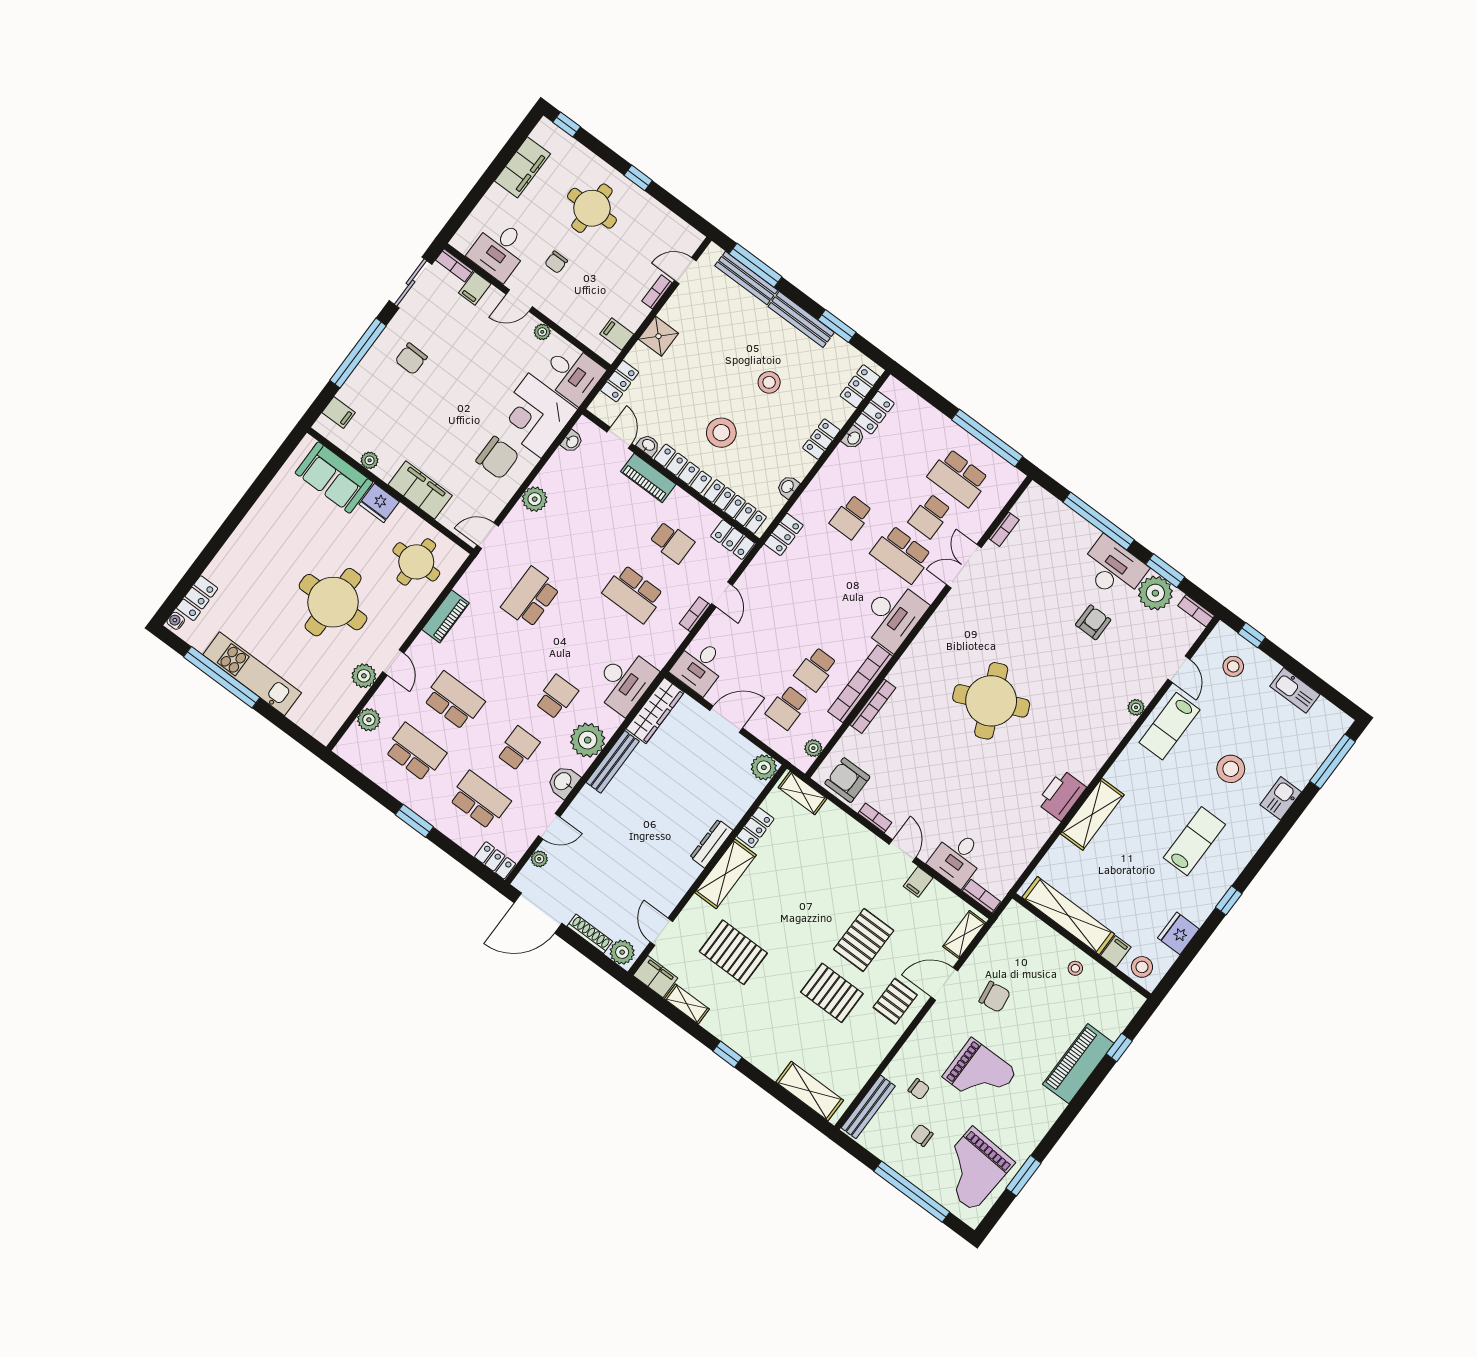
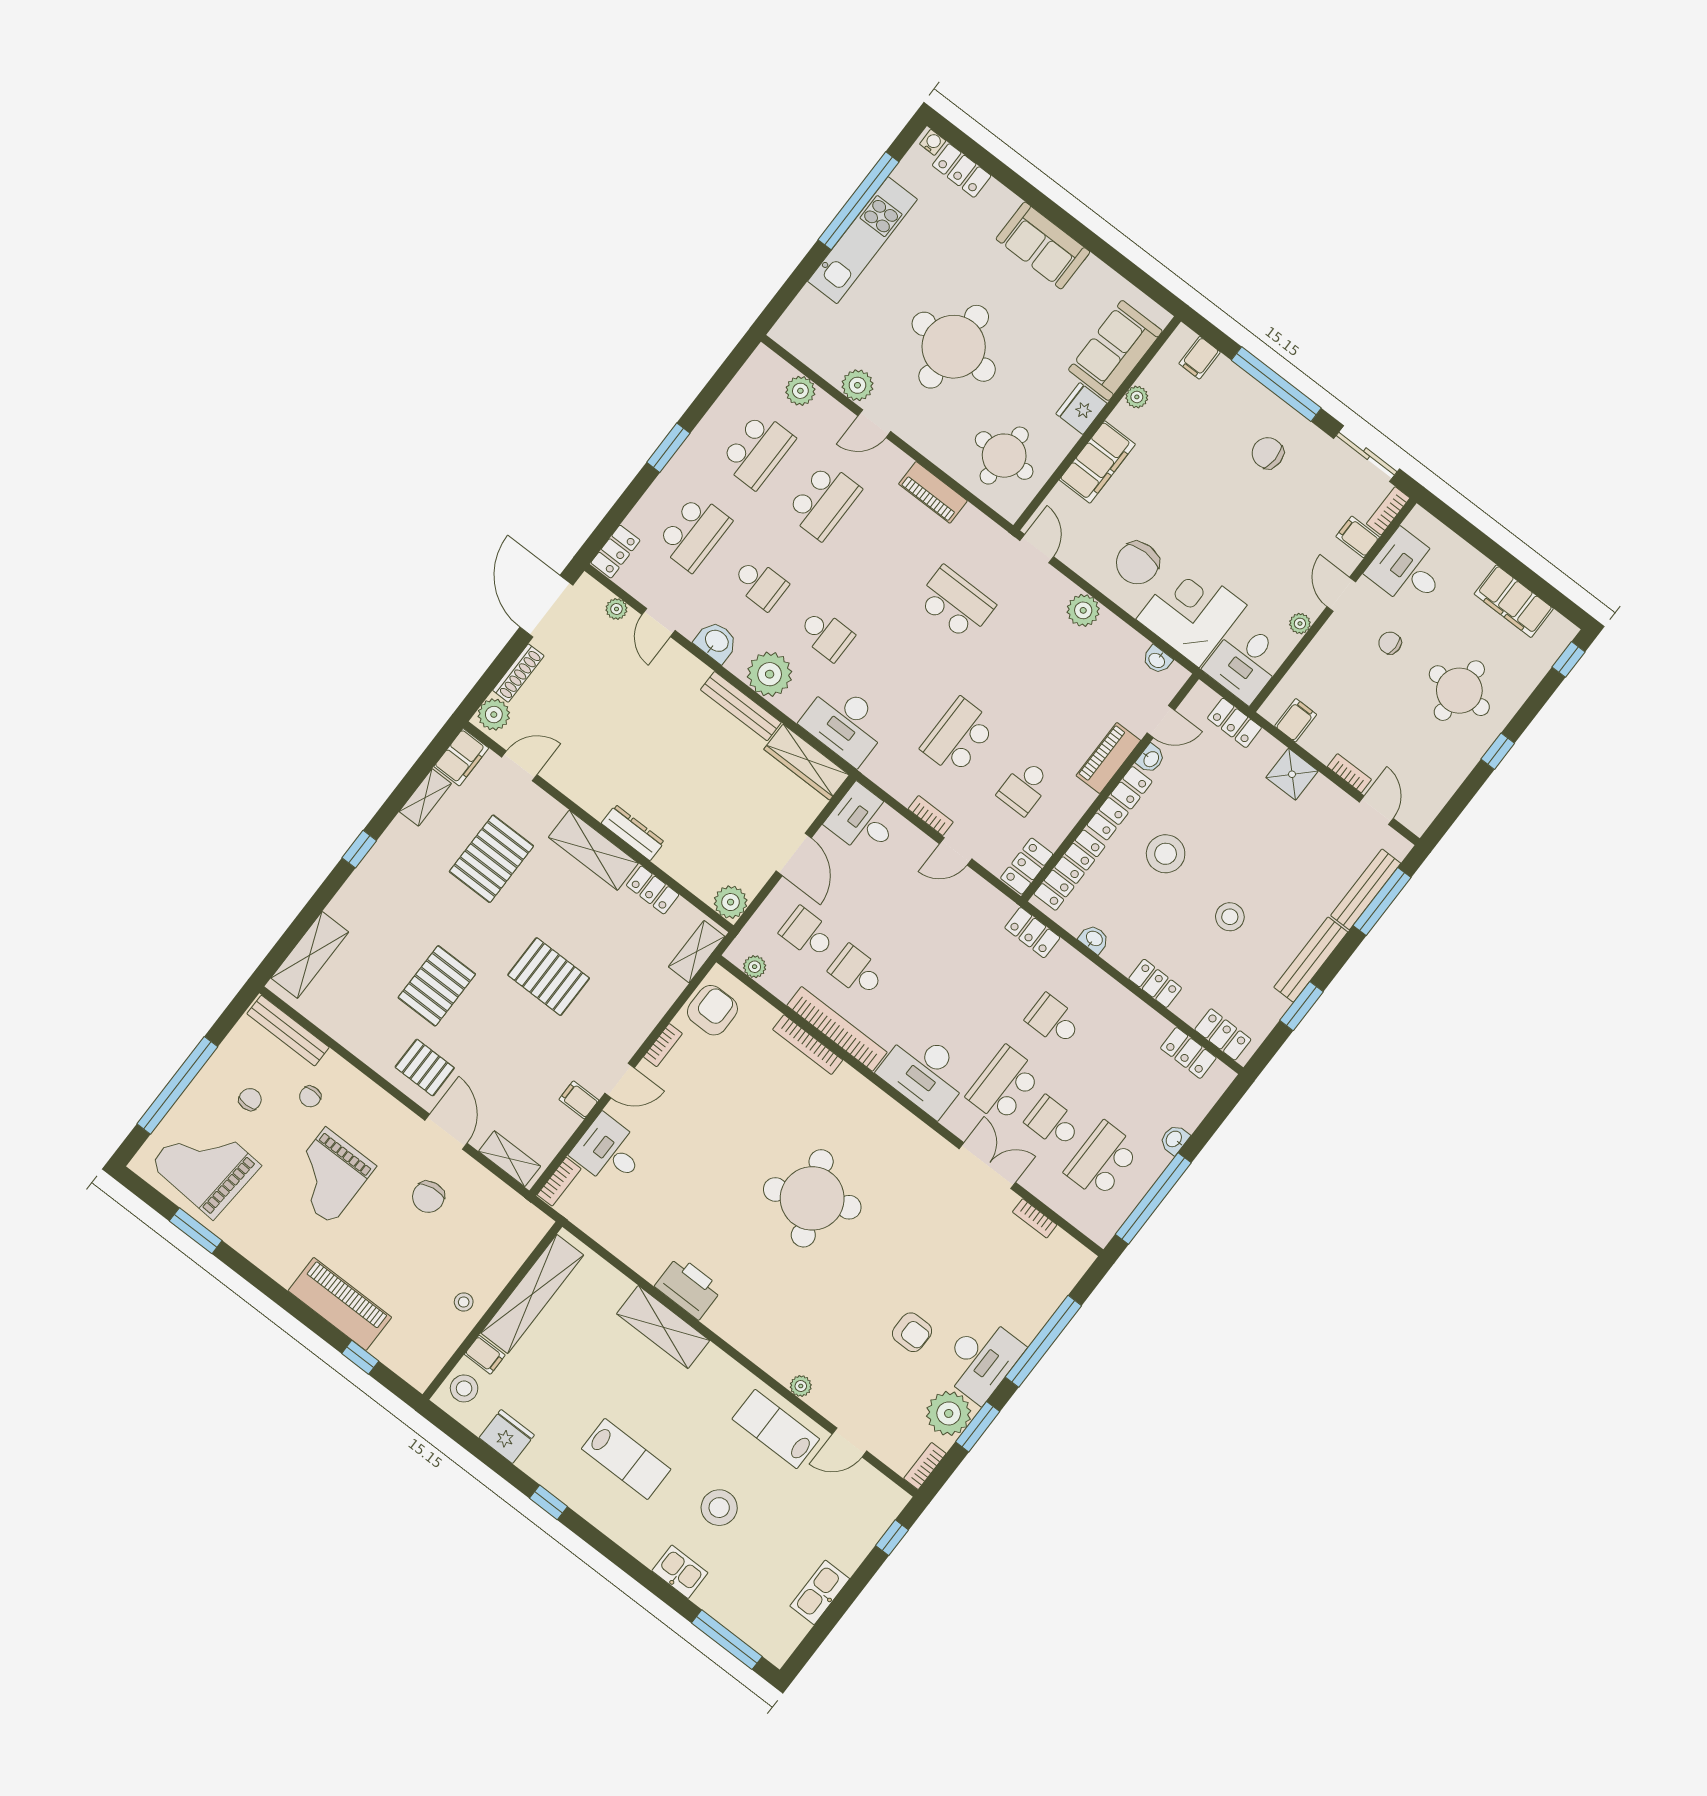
washbasin: (853, 438) -> (1174, 1139), moved, turned 90
sofa: (254, 535) -> (1043, 245), added
stool: (1233, 666) -> (852, 1513), removed
pallet: (864, 940) -> (549, 977), moved

